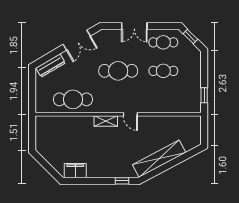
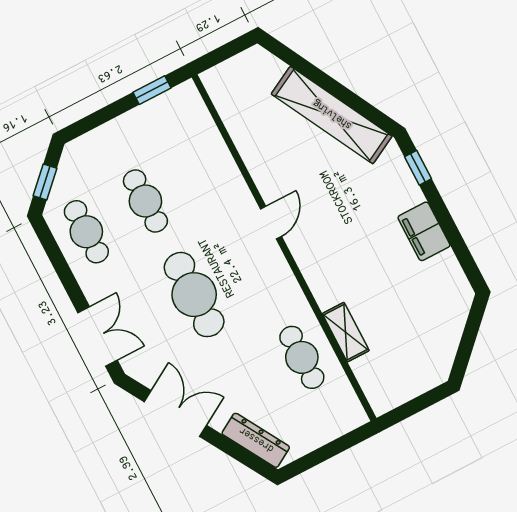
double door: (134, 26) -> (97, 336), moved
cafe table: (73, 99) -> (302, 357), width x0.73, depth x0.74
shelving: (106, 121) -> (346, 332), moved
filing cabinet: (75, 171) -> (424, 231), moved

